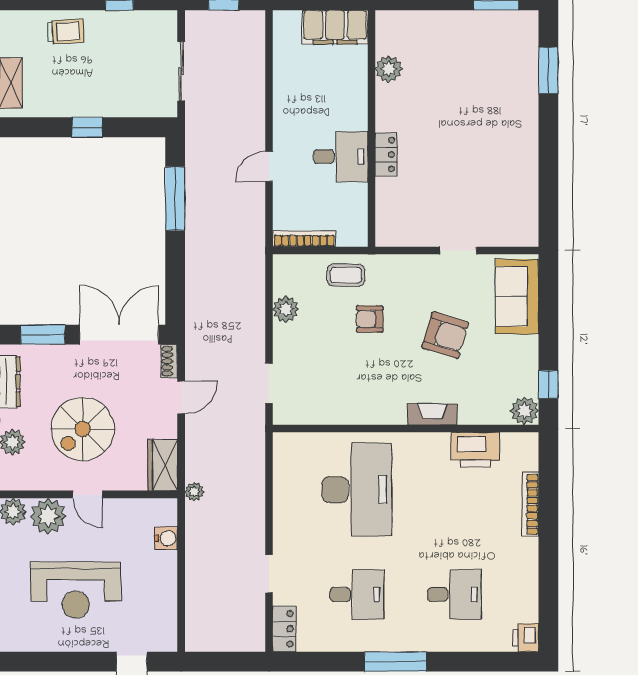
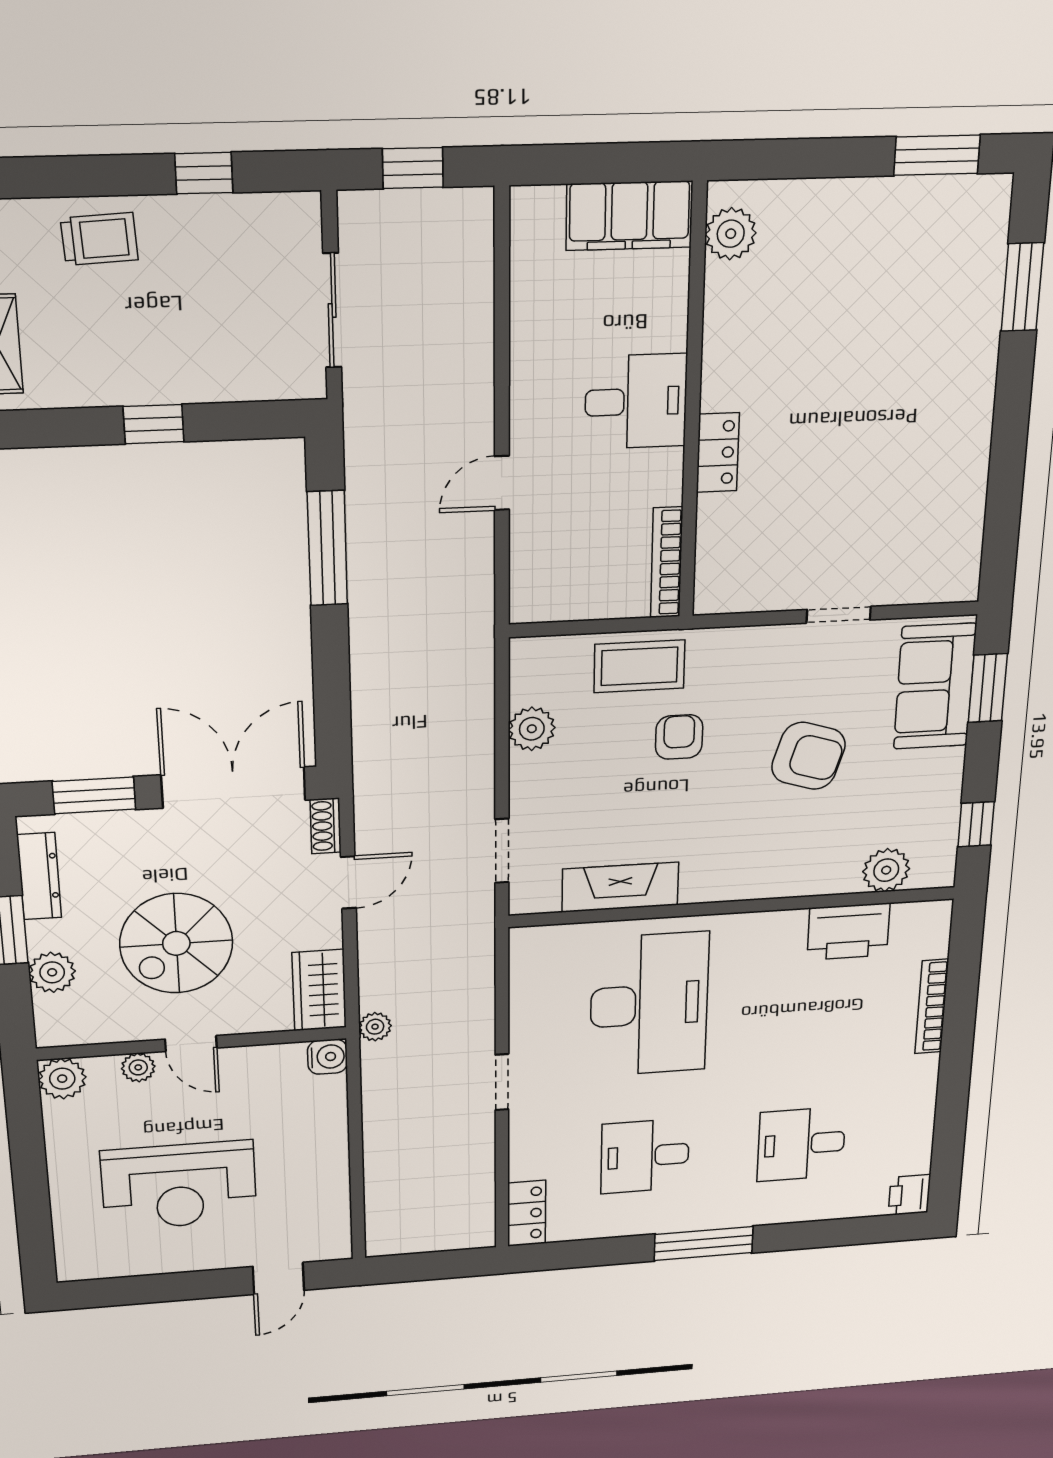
plant: (389, 69) -> (731, 234), moved
desk: (341, 157) -> (636, 402), moved
bookcase: (304, 239) -> (667, 562), moved, turned -90
coffee table: (346, 275) -> (639, 666), width x1.36, depth x1.30
window: (548, 299) -> (988, 688), added
armchair: (370, 319) -> (679, 737), turned 90
plant: (524, 411) -> (886, 870), moved
fireplace: (432, 414) -> (620, 887), moved, width x1.37, depth x1.32
plant: (48, 516) -> (138, 1067), width x0.53, depth x0.53
water cooler: (166, 538) -> (327, 1057), moved
doorway: (269, 574) -> (502, 1082), moved
desk: (357, 594) -> (645, 1156), turned 180
desk: (454, 594) -> (801, 1144), turned 180

